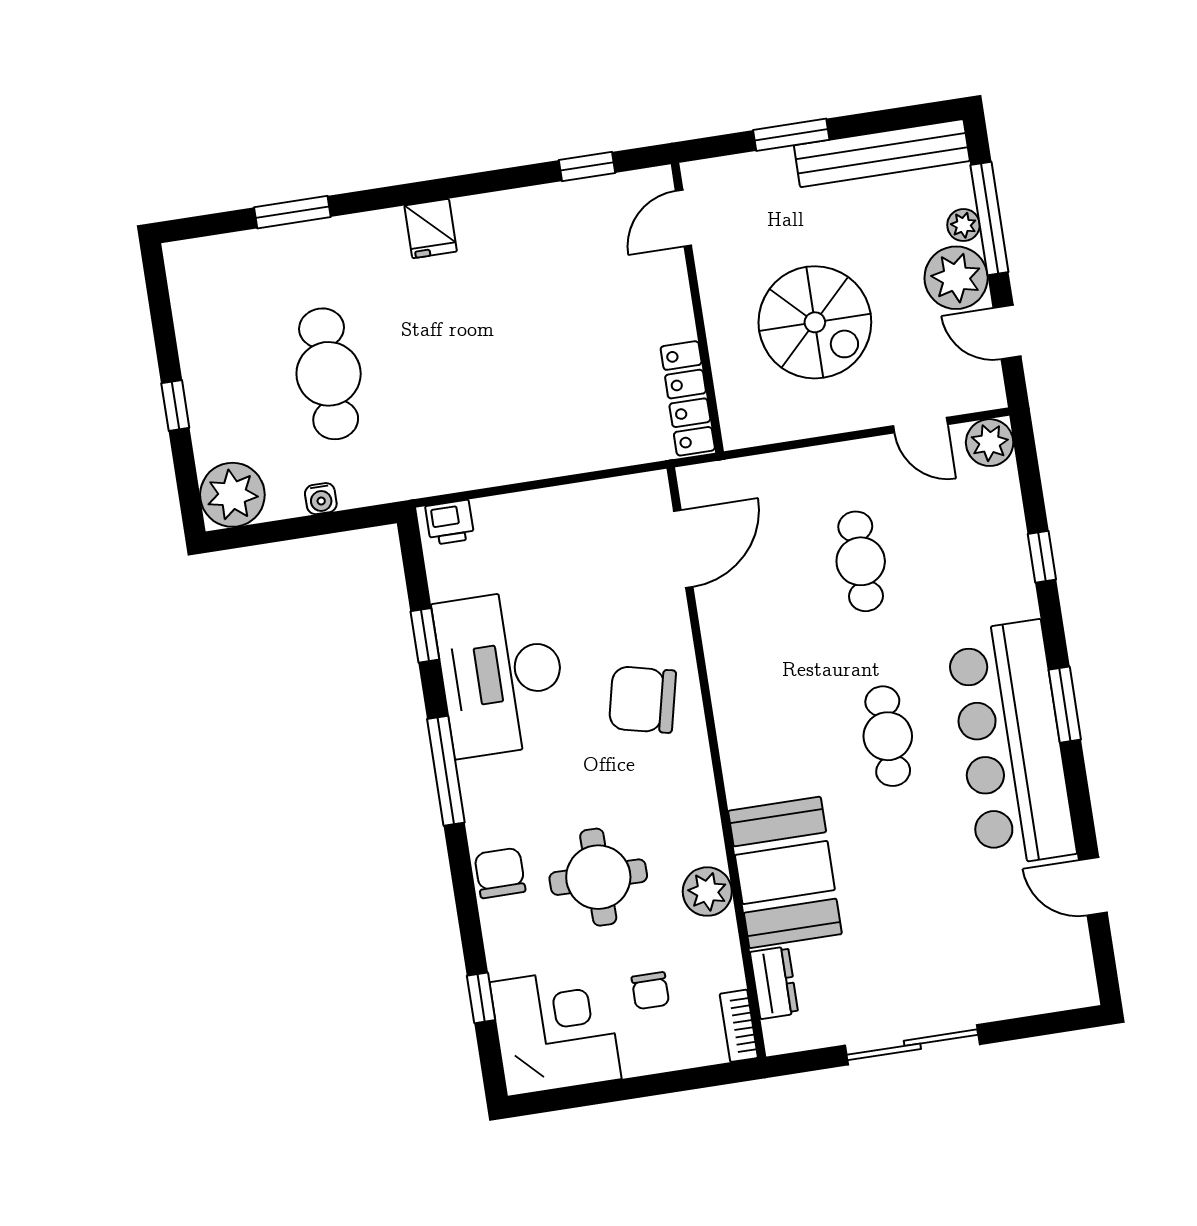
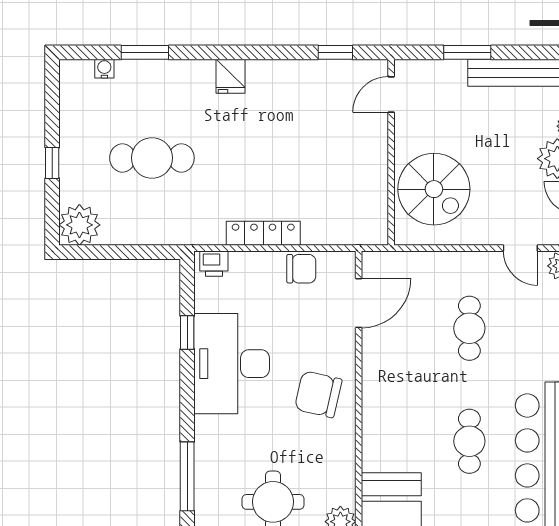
spiral stairs: (815, 322) -> (434, 189), moved
cafe table: (329, 374) -> (152, 158), turned 90
locker: (688, 398) -> (263, 233), moved, turned 90
water cooler: (321, 499) -> (104, 69), moved, turned 180
window: (446, 771) -> (187, 476), moved
chair: (500, 873) -> (301, 269), moved, turned 90

